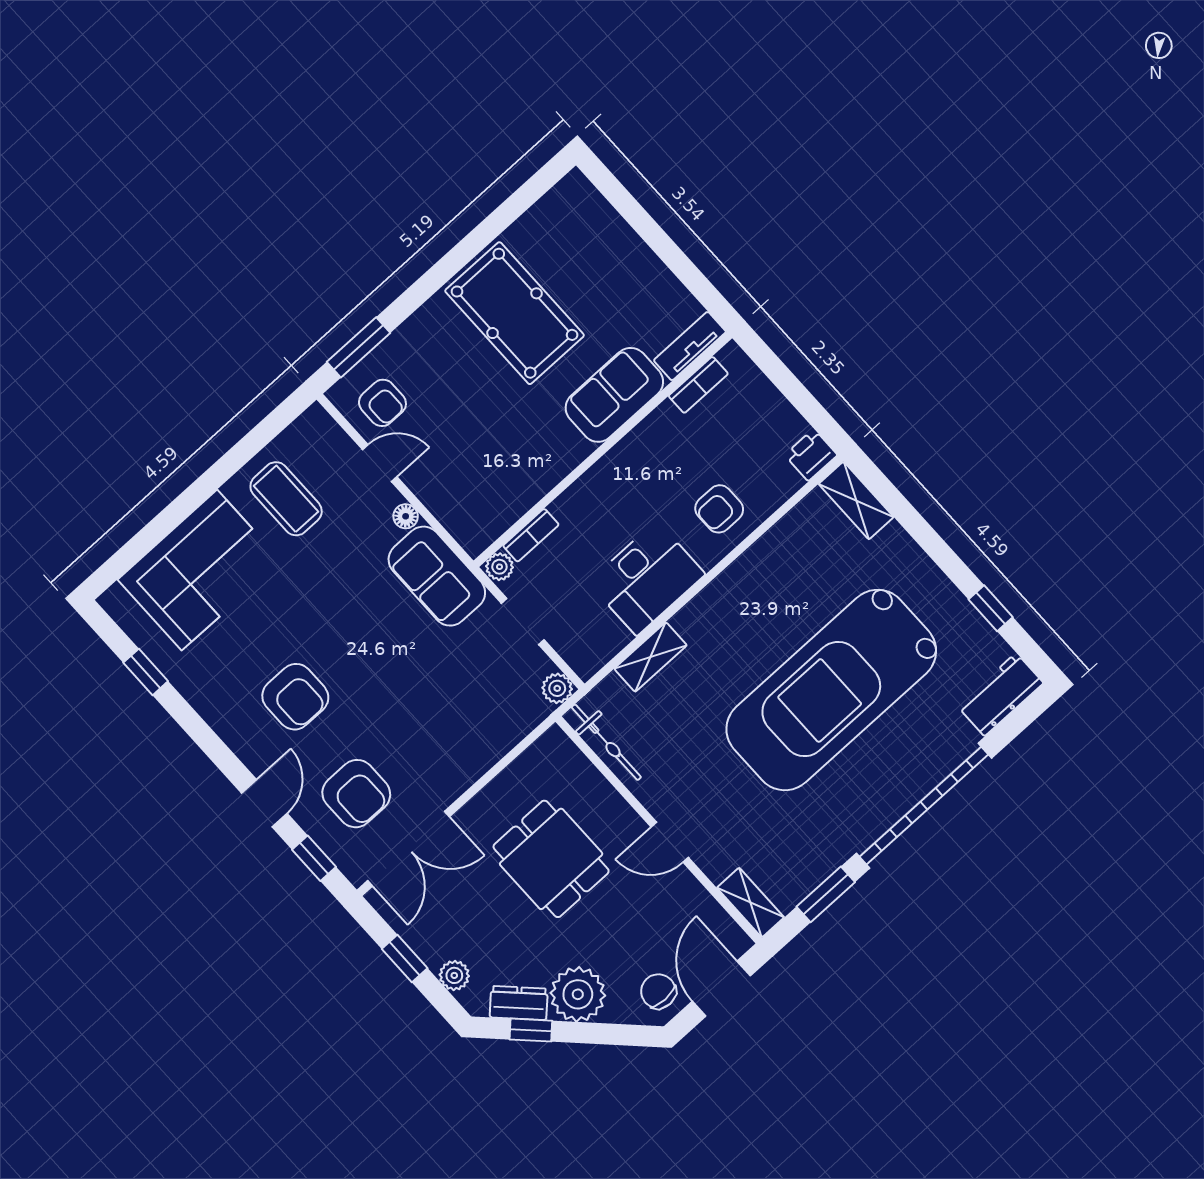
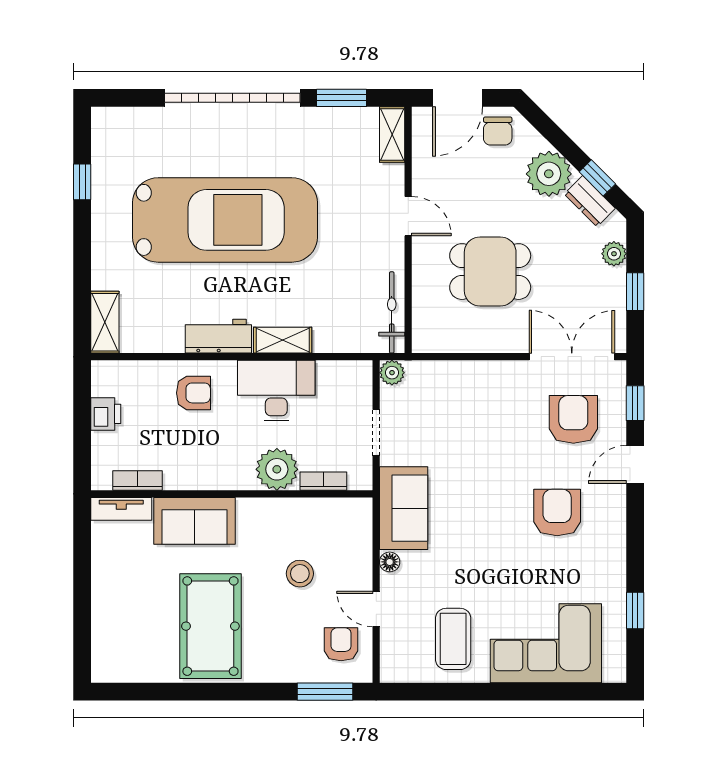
stool: (477, 433) -> (300, 574), added
printer: (811, 455) -> (106, 414), moved, turned -90
plant: (499, 567) -> (277, 469), moved, width x1.88, depth x1.88
shelving: (651, 657) -> (283, 340), moved
workbench: (1000, 694) -> (218, 336), moved, turned 180
dining table: (551, 859) -> (490, 272), turned 90

